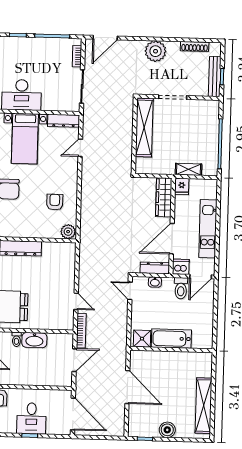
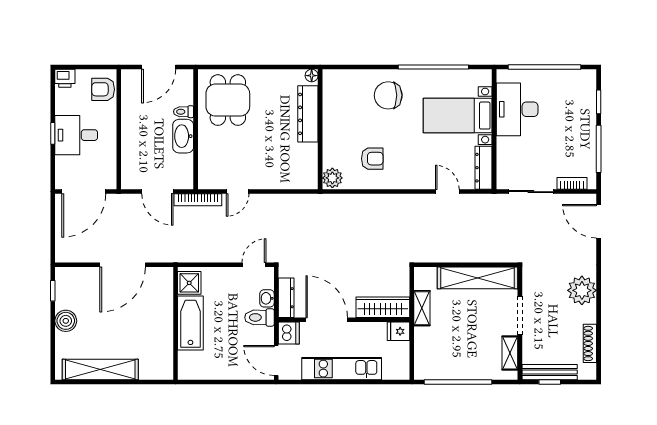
shelving: (200, 105) -> (510, 353), added
shelving: (188, 169) -> (422, 308), moved
toilet: (181, 288) -> (259, 317), moved

